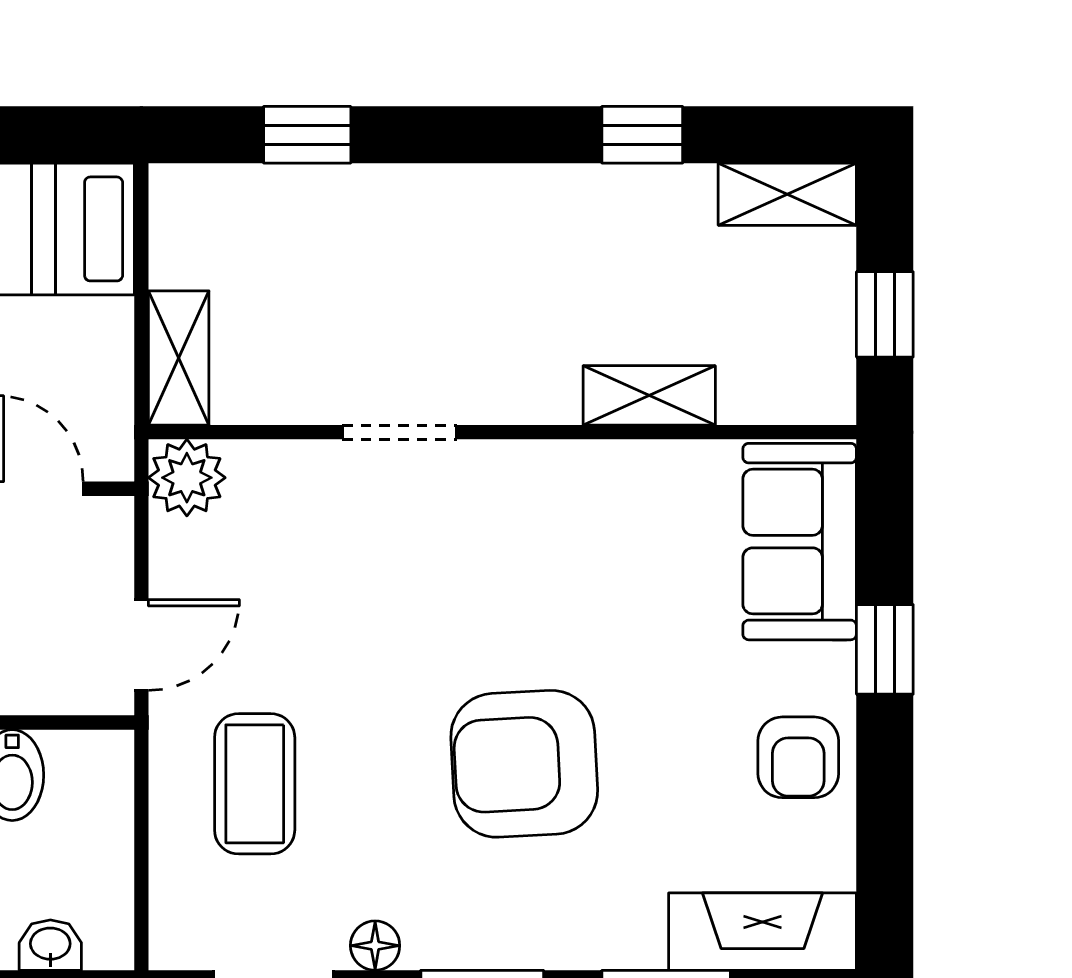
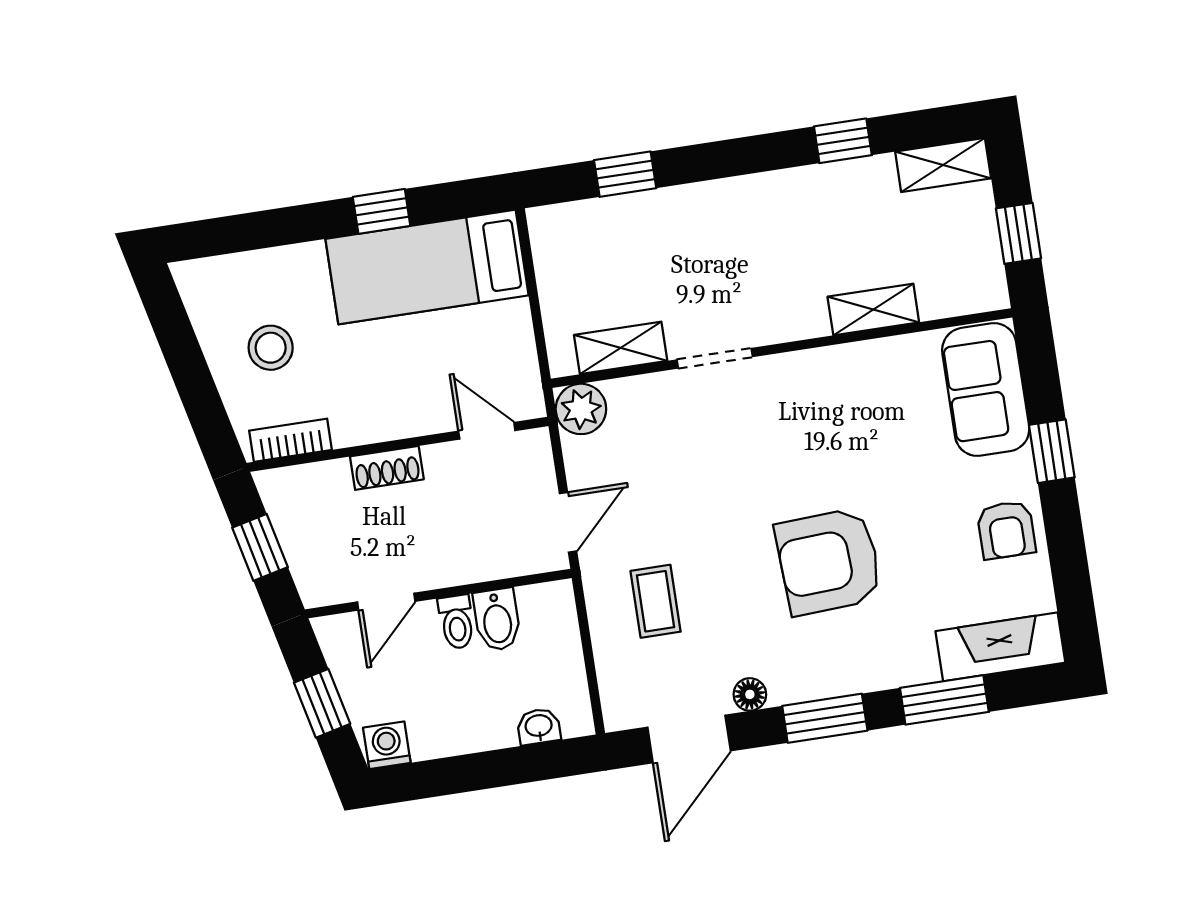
shelving: (179, 358) -> (621, 348), moved, turned 90
coffee table: (255, 784) -> (656, 601), width x0.73, depth x0.77

